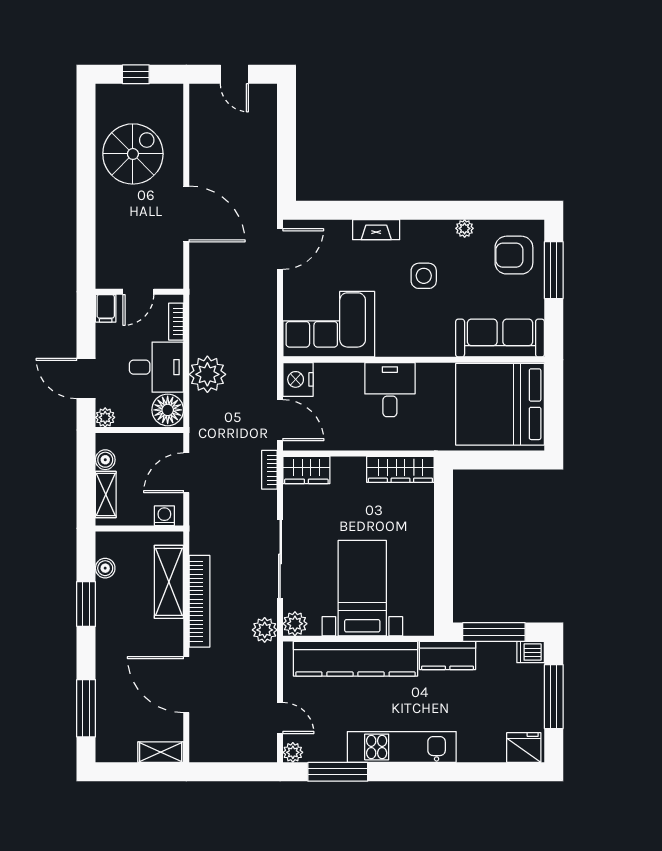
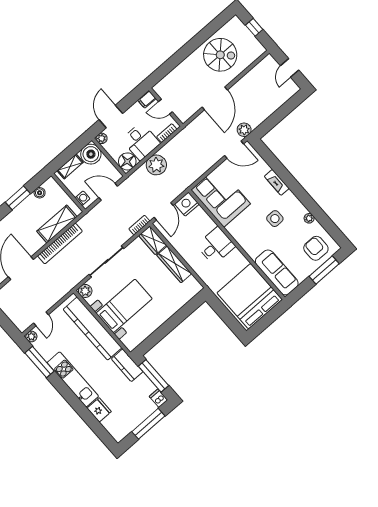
boiler: (105, 460) -> (91, 154), width x1.86, depth x1.86
wardrobe: (400, 469) -> (174, 264), moved
plant: (265, 630) -> (244, 130), moved
fridge: (524, 748) -> (99, 410), moved

